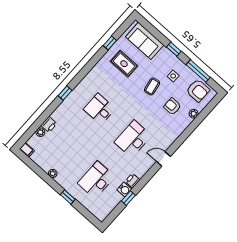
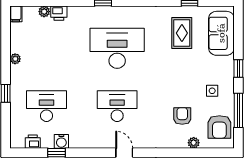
coffee table: (152, 86) -> (184, 79), removed
desk: (99, 109) -> (117, 48), width x1.87, depth x1.30
printer: (133, 181) -> (33, 142), moved

